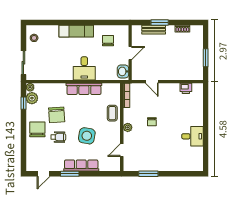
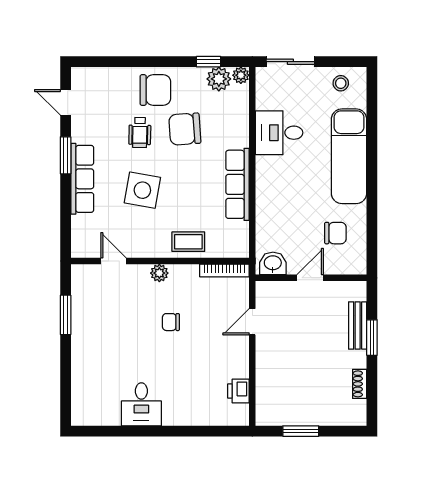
exam couch: (76, 31) -> (349, 156), width x1.36, depth x1.45
door: (130, 53) -> (310, 278), swing flipped
desk: (84, 68) -> (279, 133), moved

